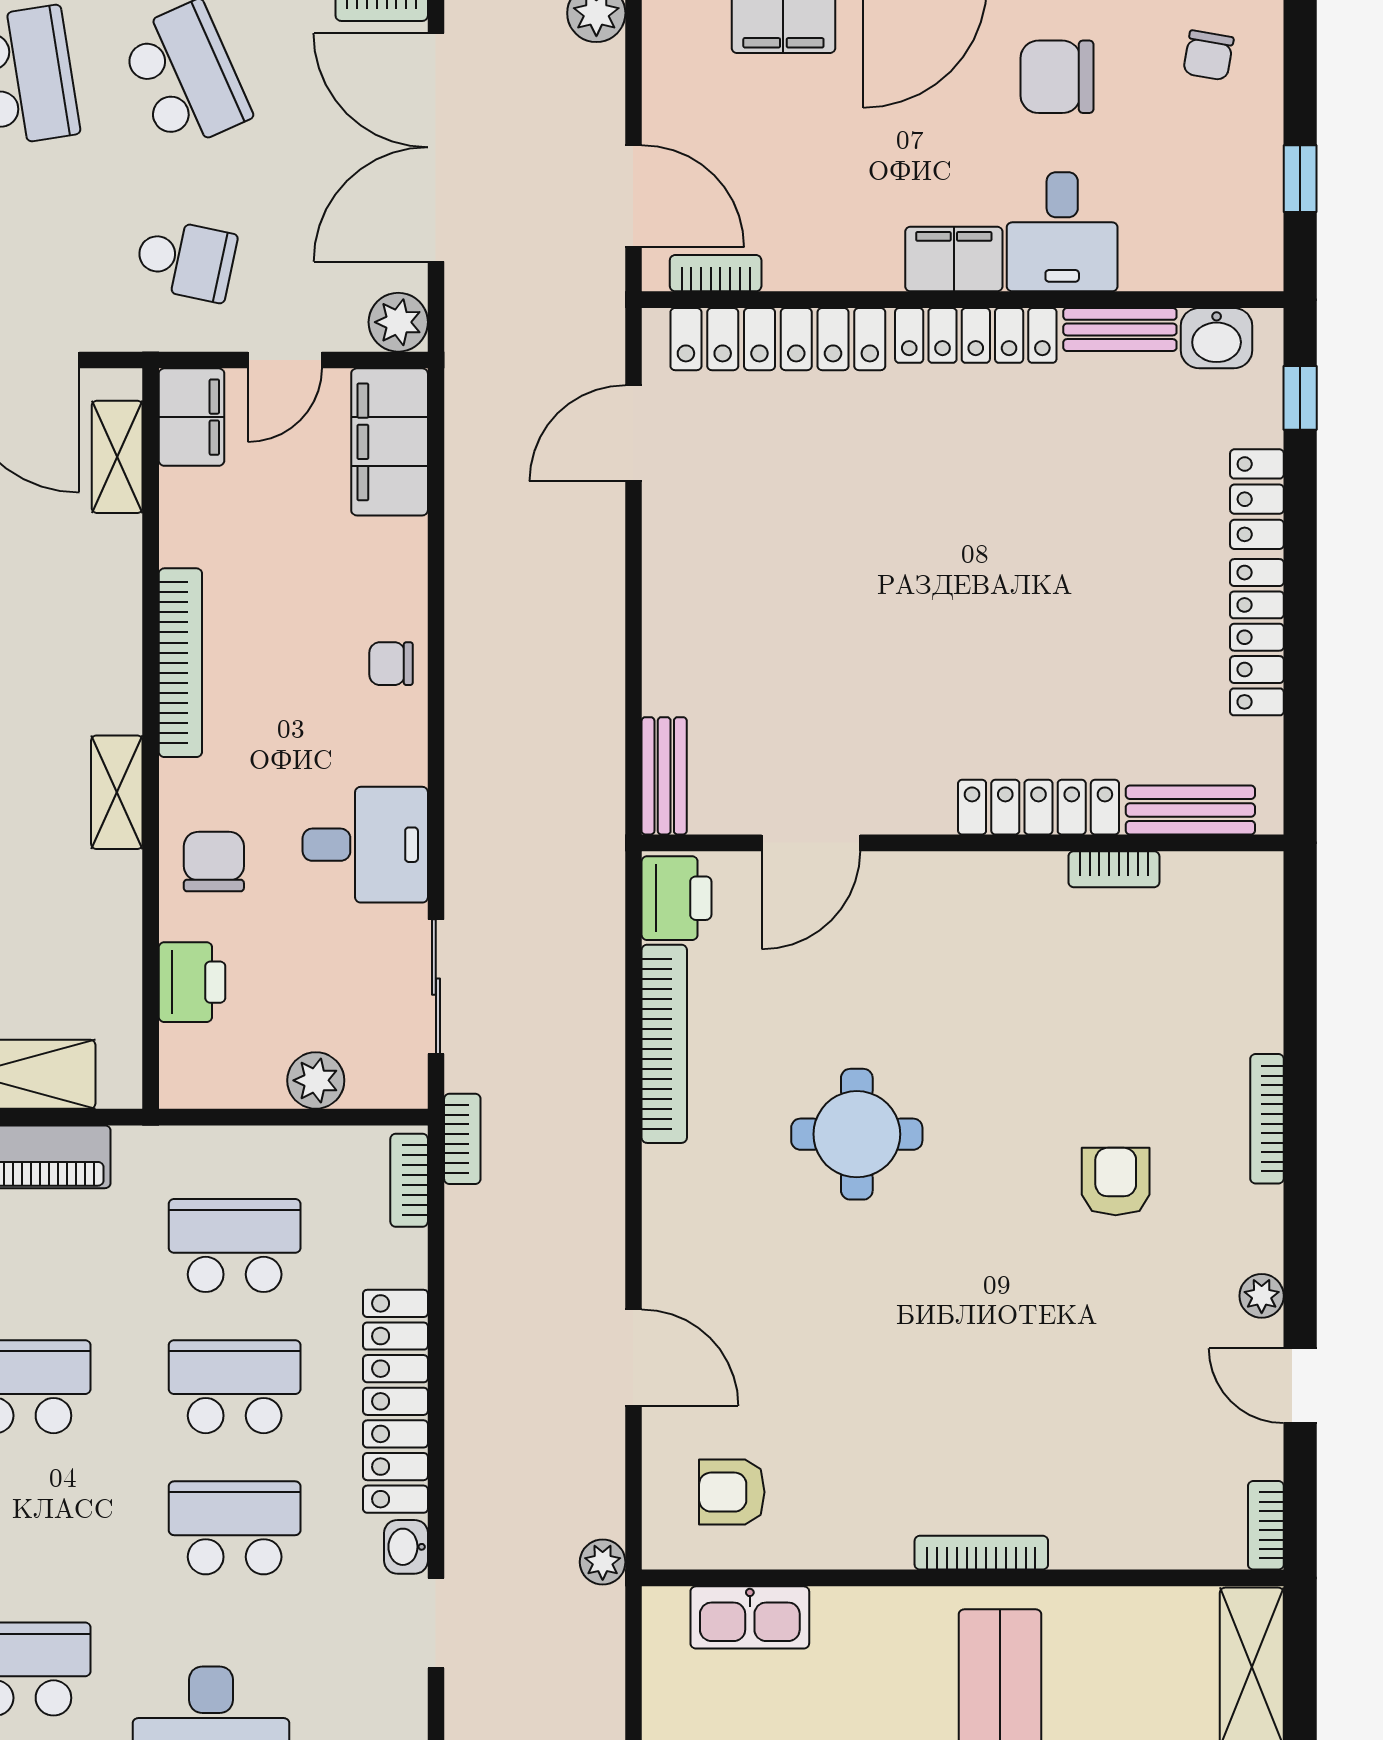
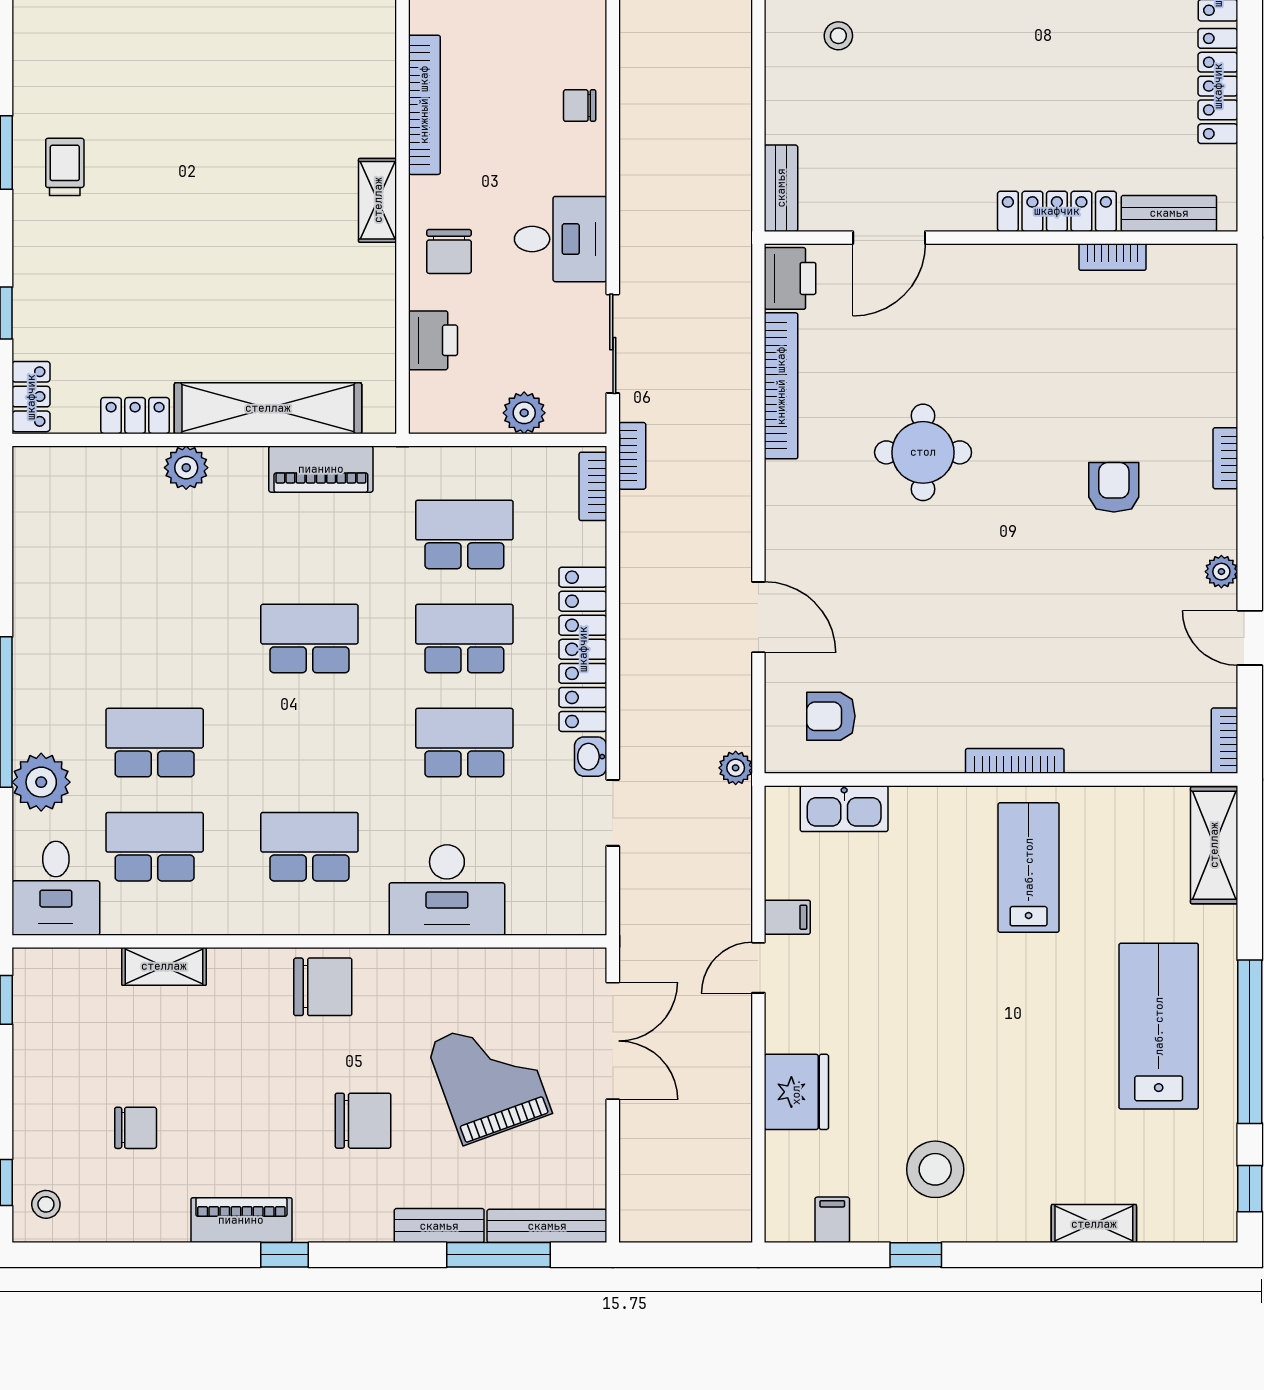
stool: (742, 569) -> (838, 36), added
chair: (214, 862) -> (449, 251), turned 180
bookcase: (1267, 1119) -> (1225, 458), width x0.64

